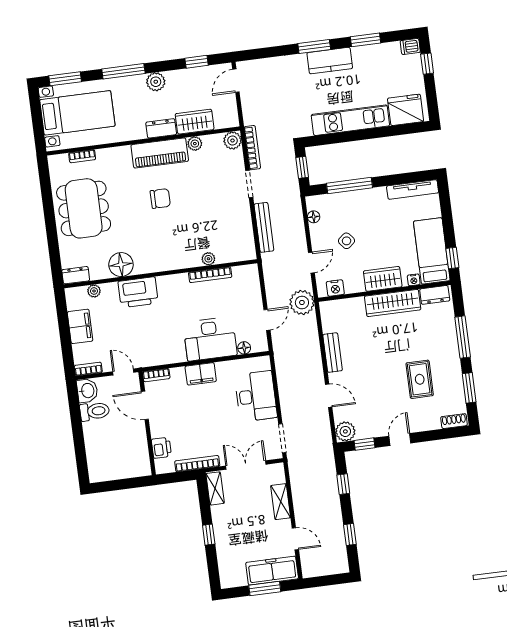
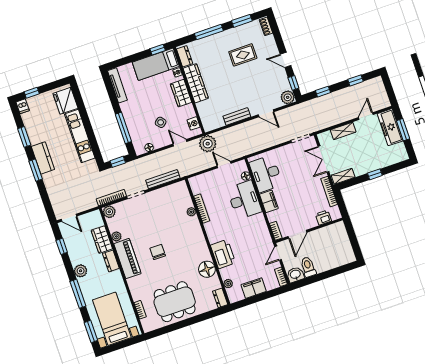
desk: (256, 396) -> (266, 174), moved, turned -90
door: (329, 396) -> (266, 113), swing flipped

